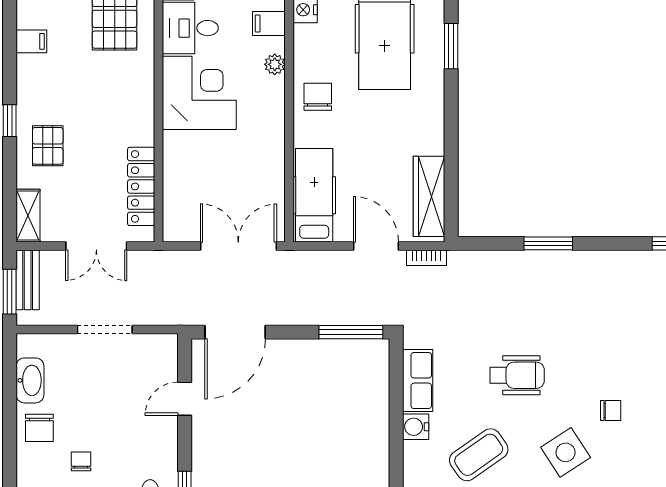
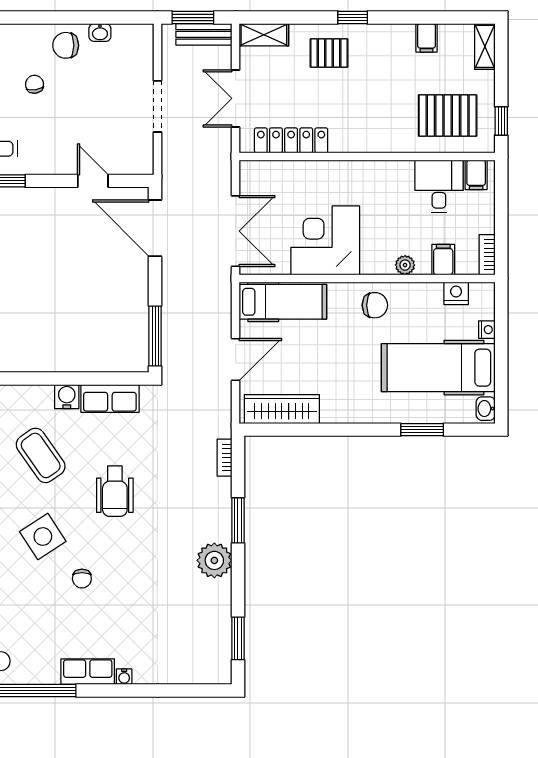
corner desk: (199, 93) -> (325, 240), moved, turned 180
bookcase: (426, 258) -> (224, 458), moved
plant: (591, 269) -> (214, 560), added
washbasin: (30, 380) -> (100, 33), width x0.52, depth x0.69
chair: (81, 461) -> (34, 84), turned -98

